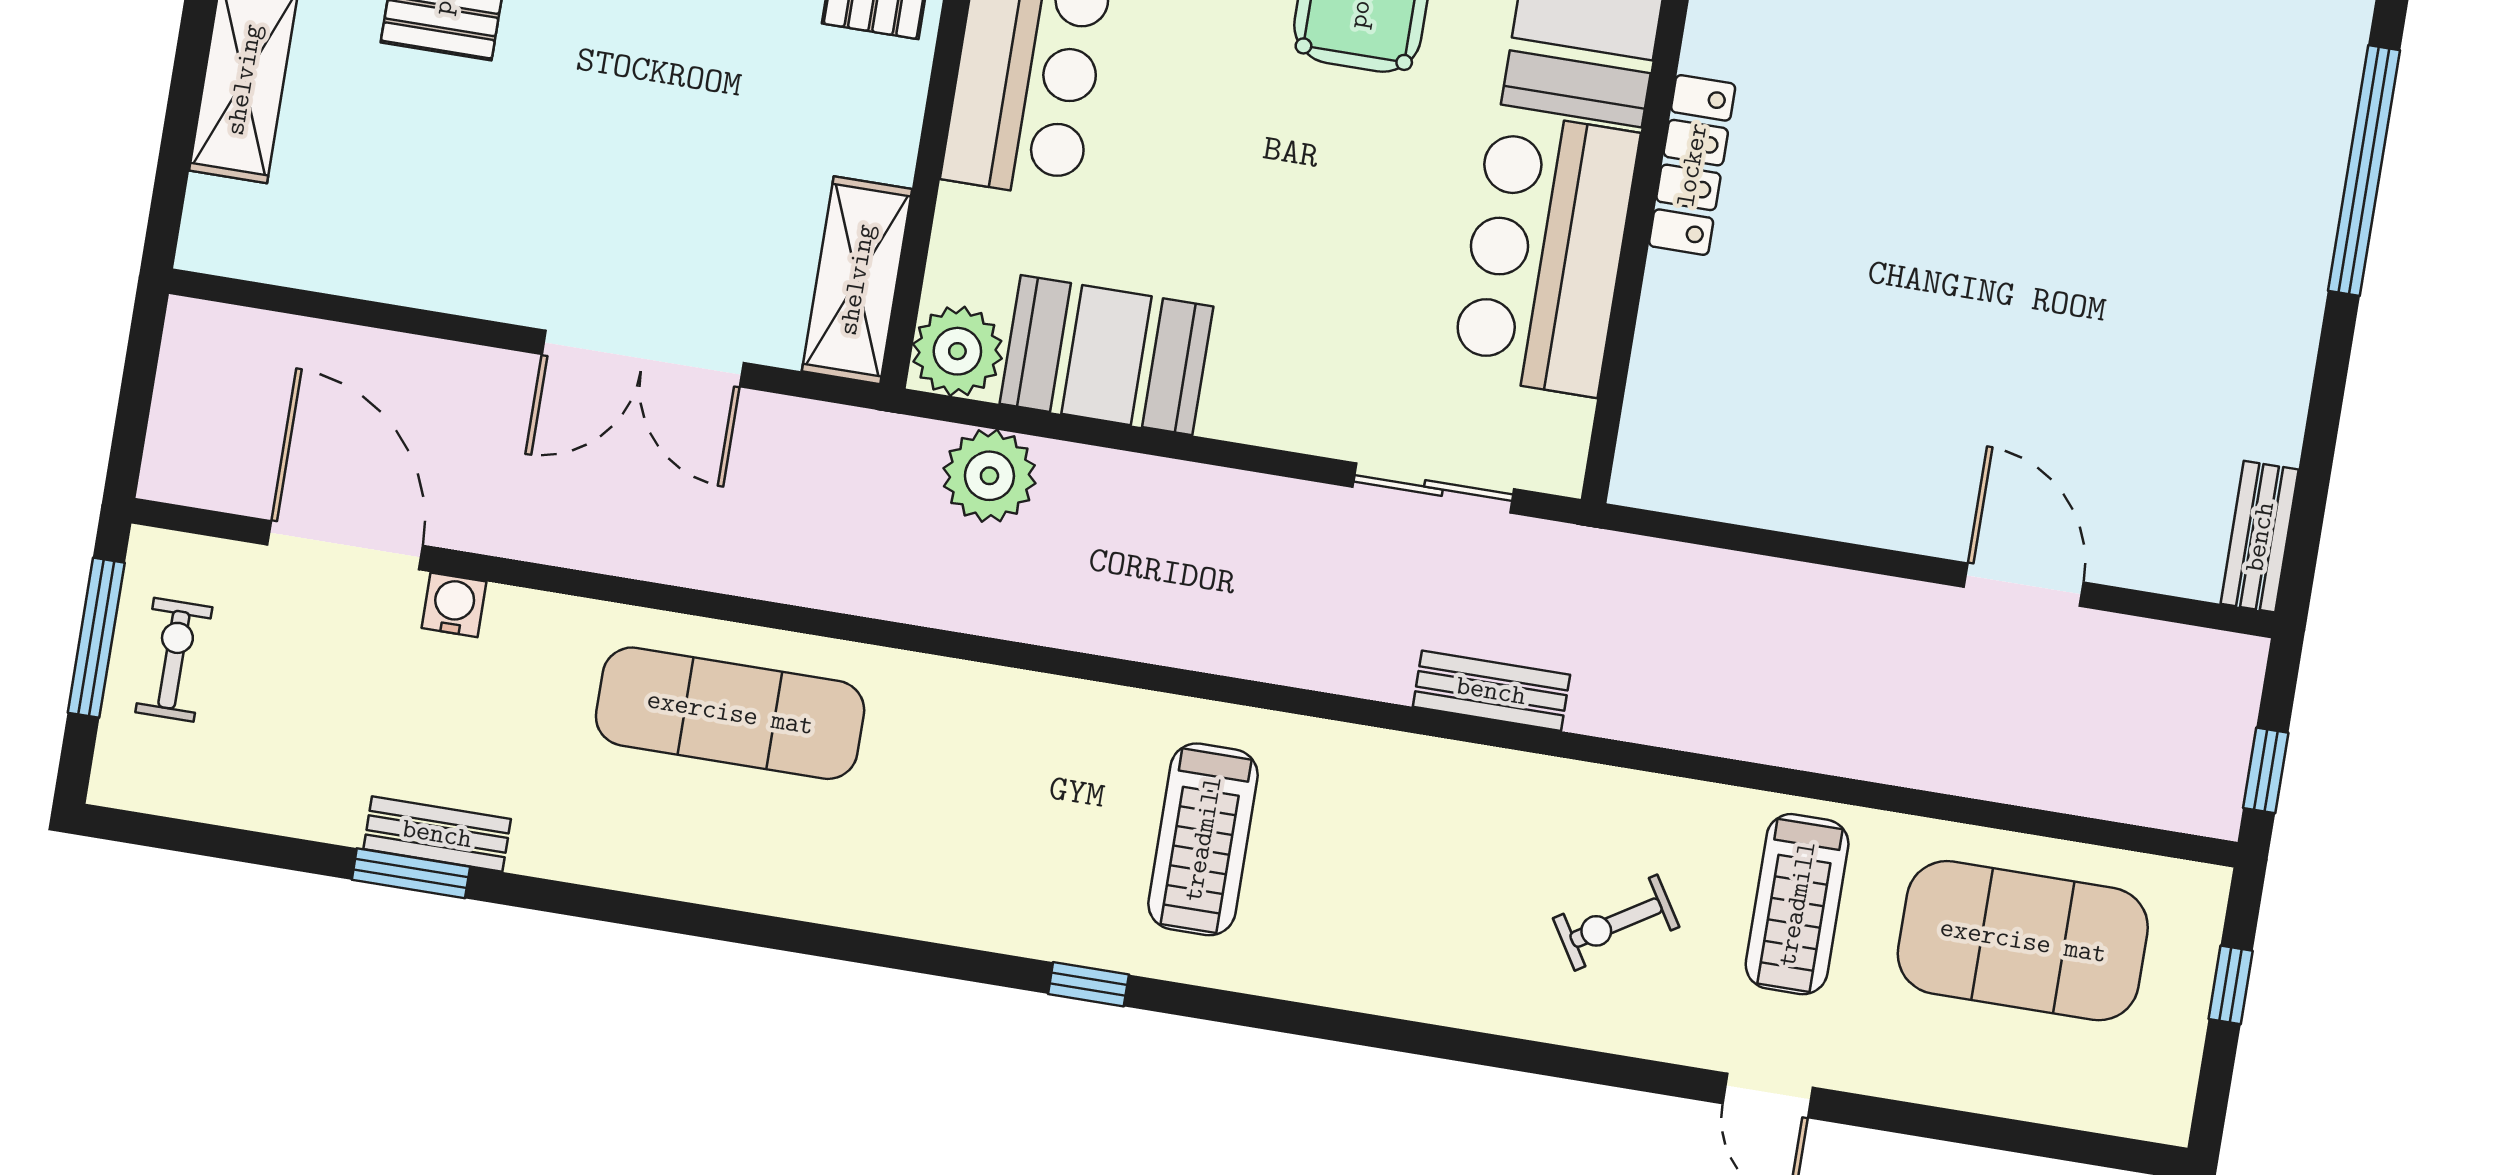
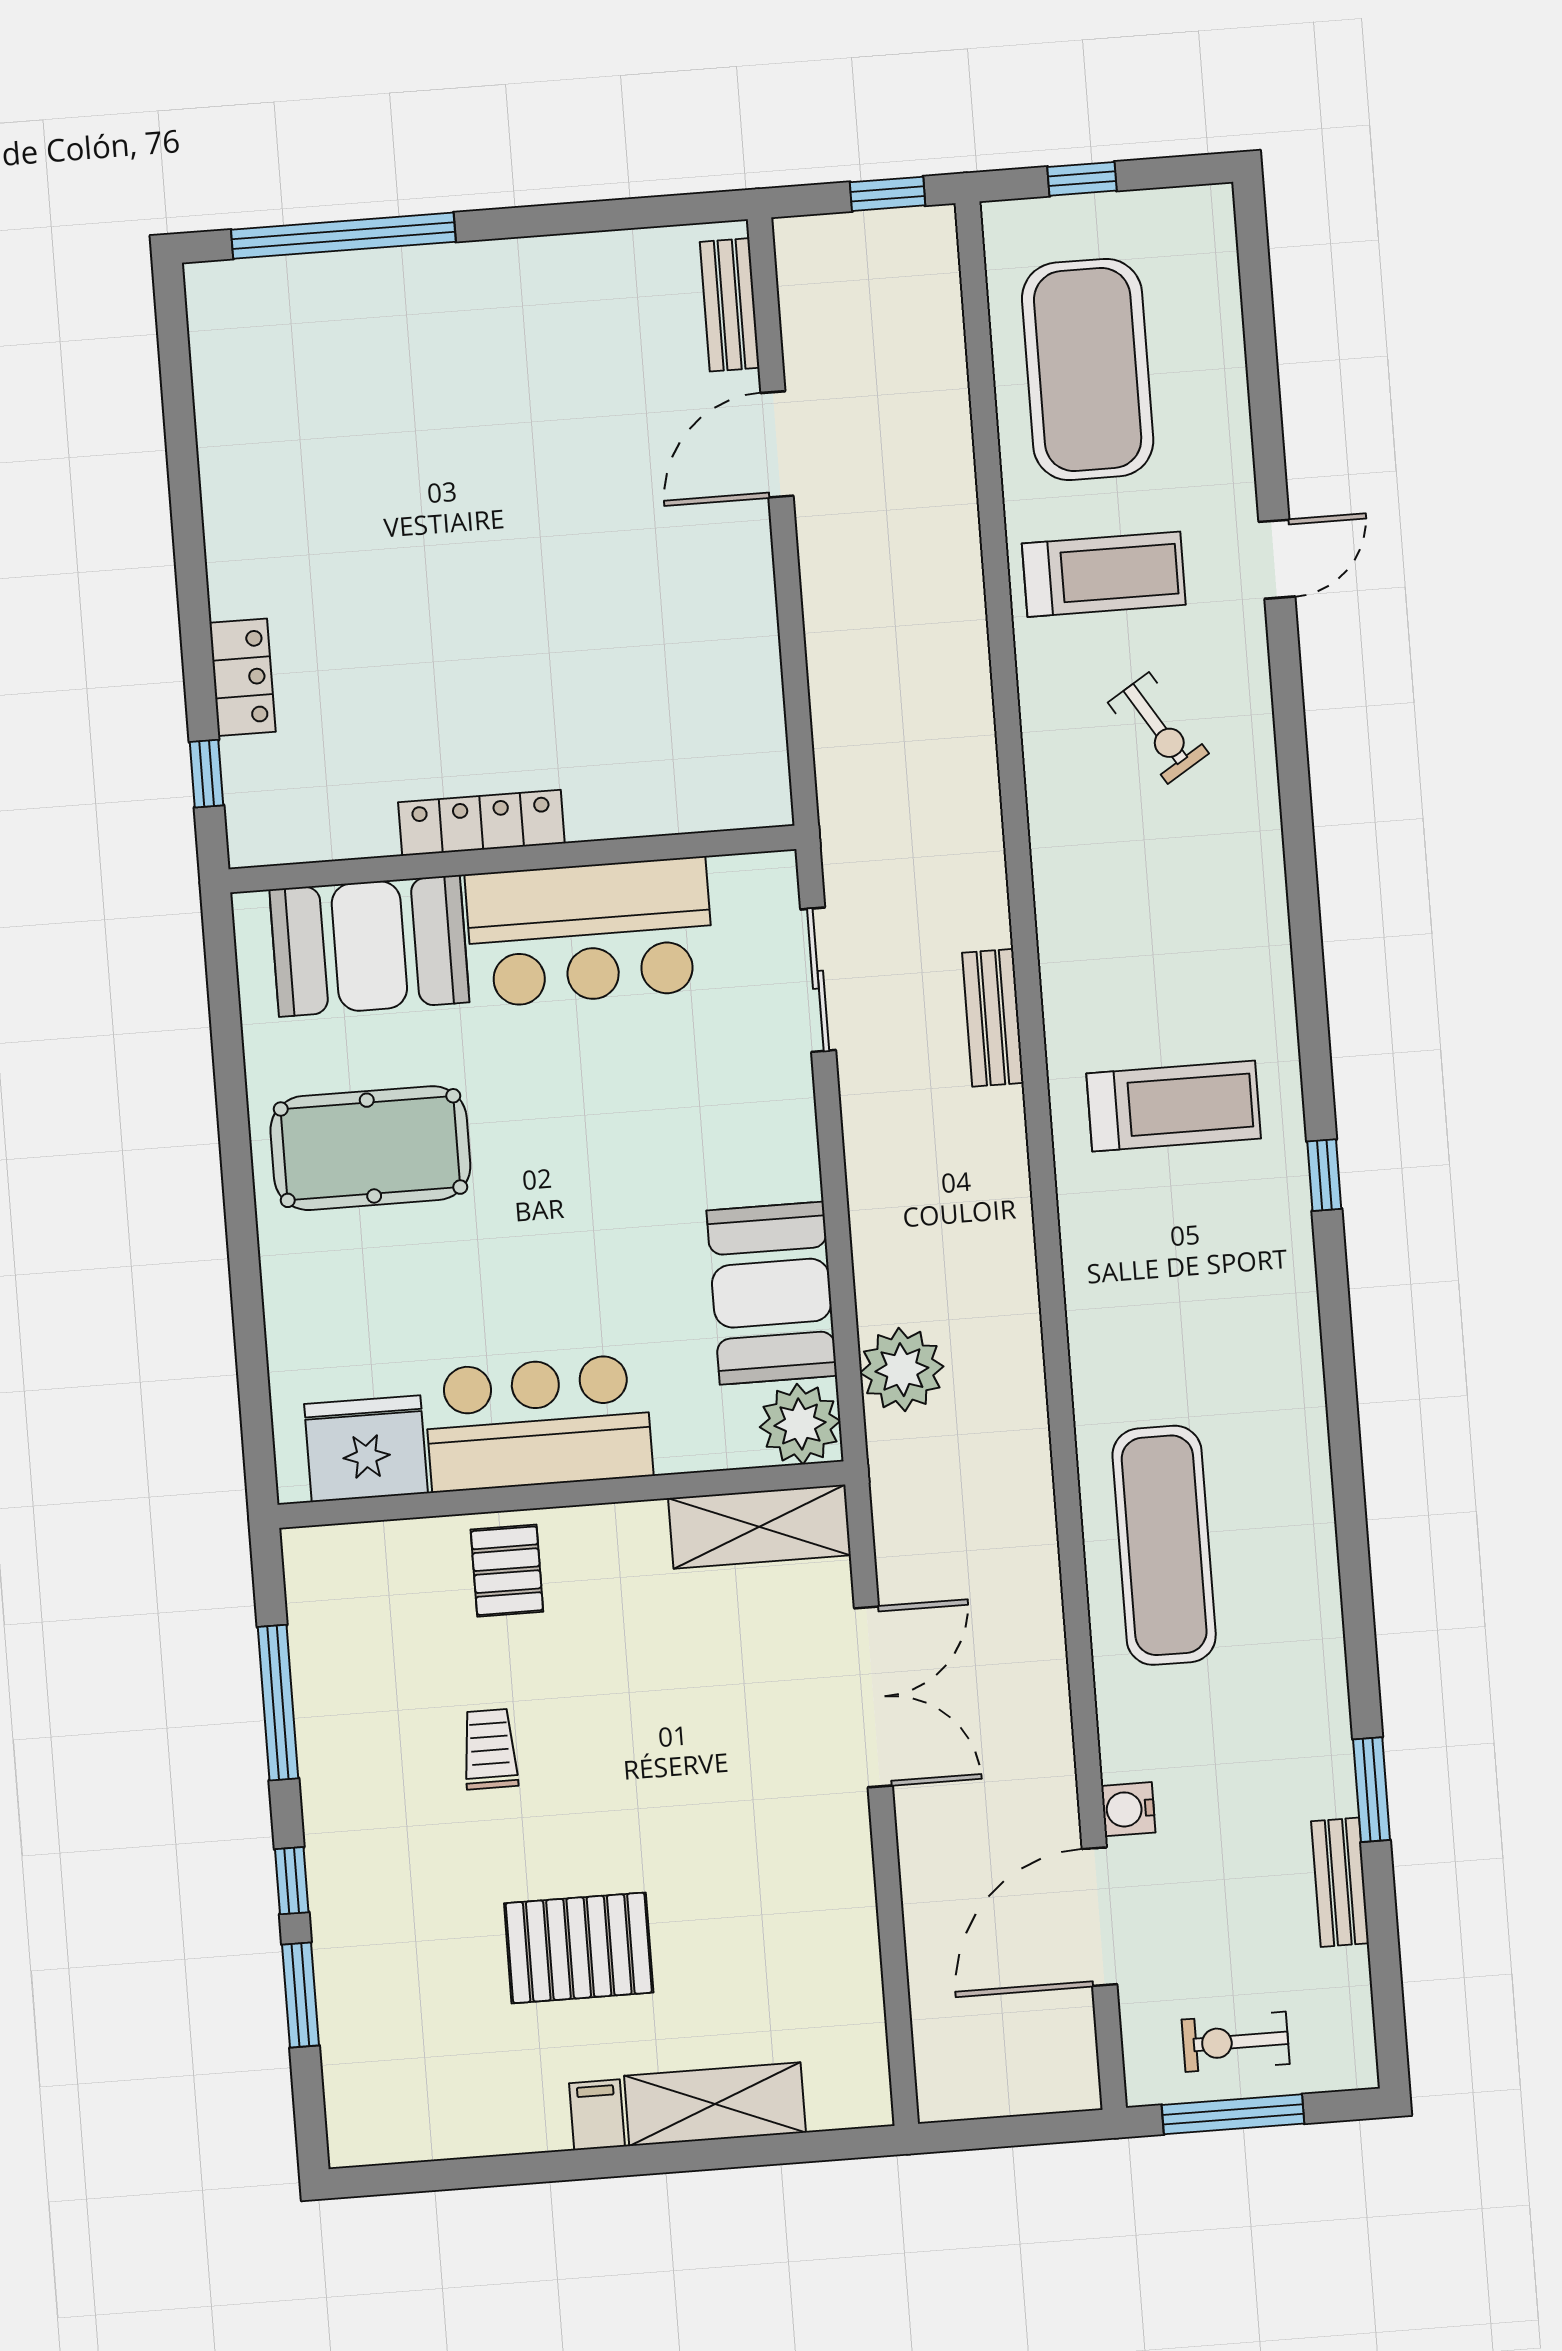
bench: (2260, 537) -> (730, 305), moved, turned 90
bench: (1491, 691) -> (993, 1018), moved
bench: (437, 834) -> (1340, 1882), moved

